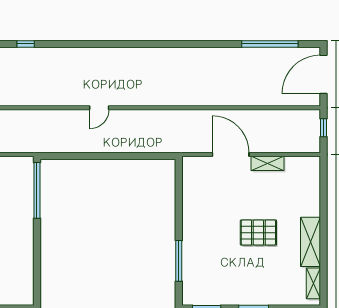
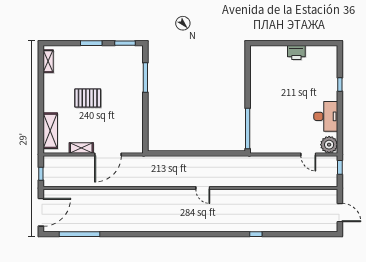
door: (99, 108) -> (203, 188), swing flipped
door: (231, 154) -> (108, 154), hinge flipped
shelving: (310, 242) -> (50, 131), moved

